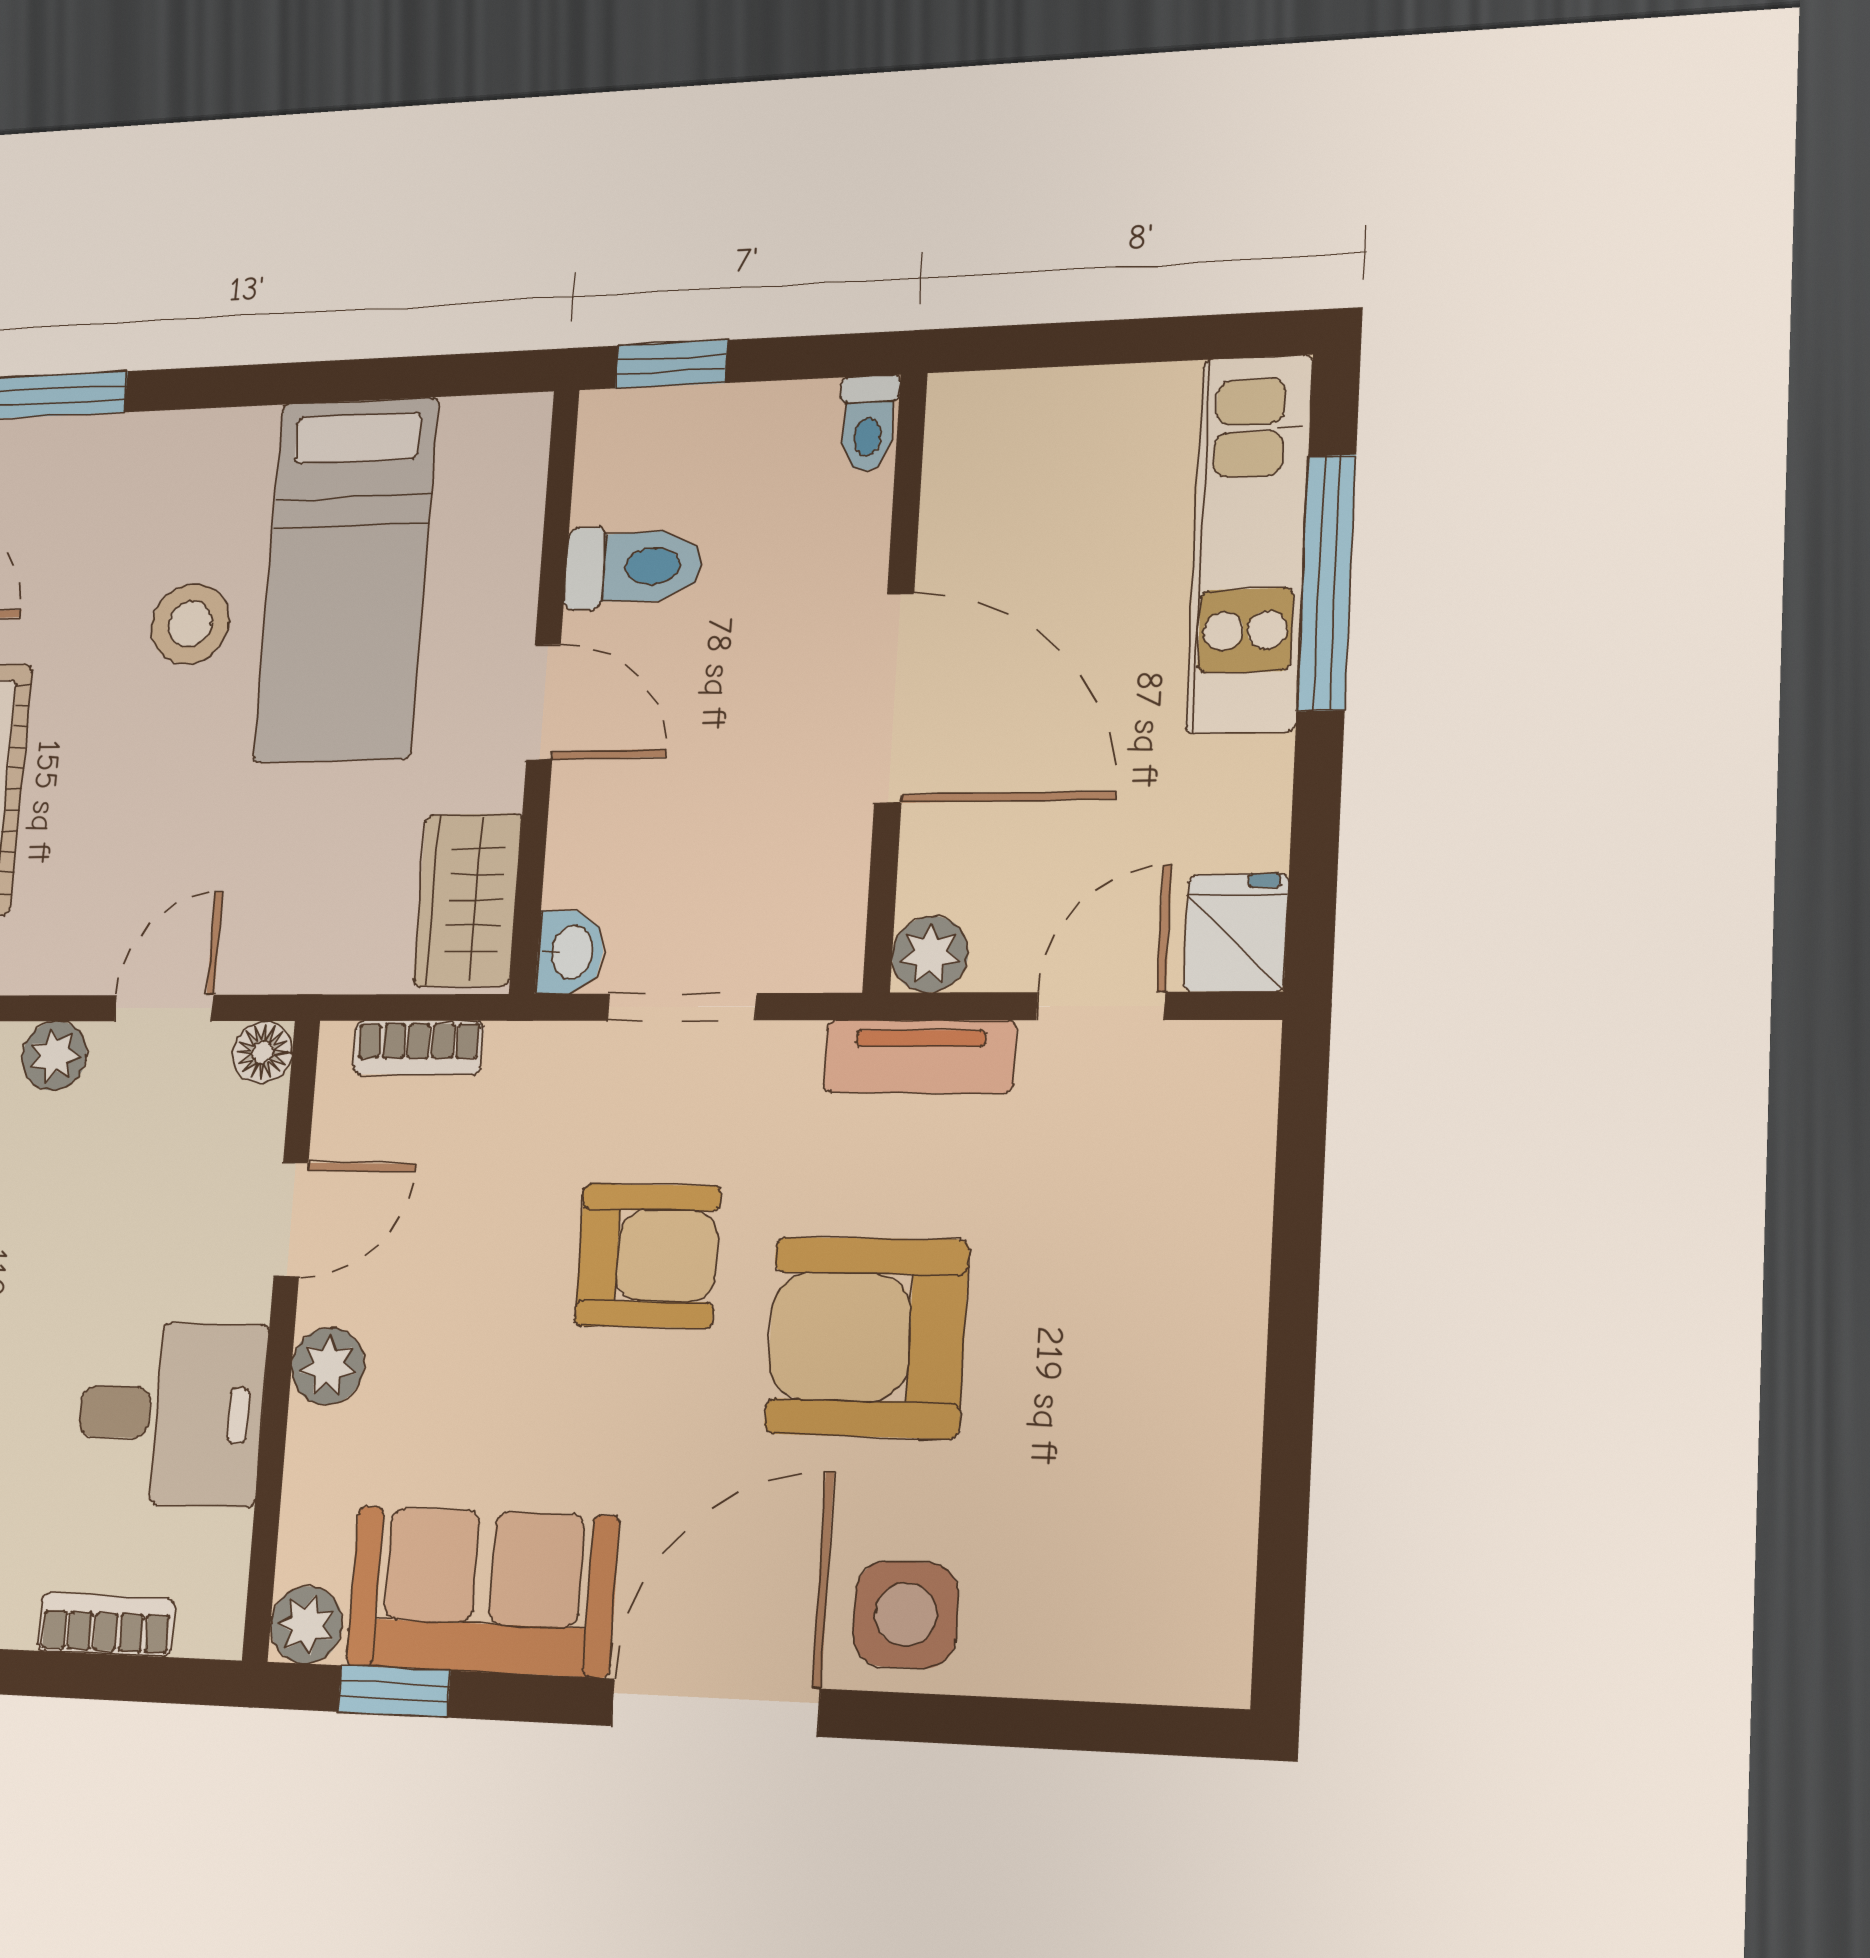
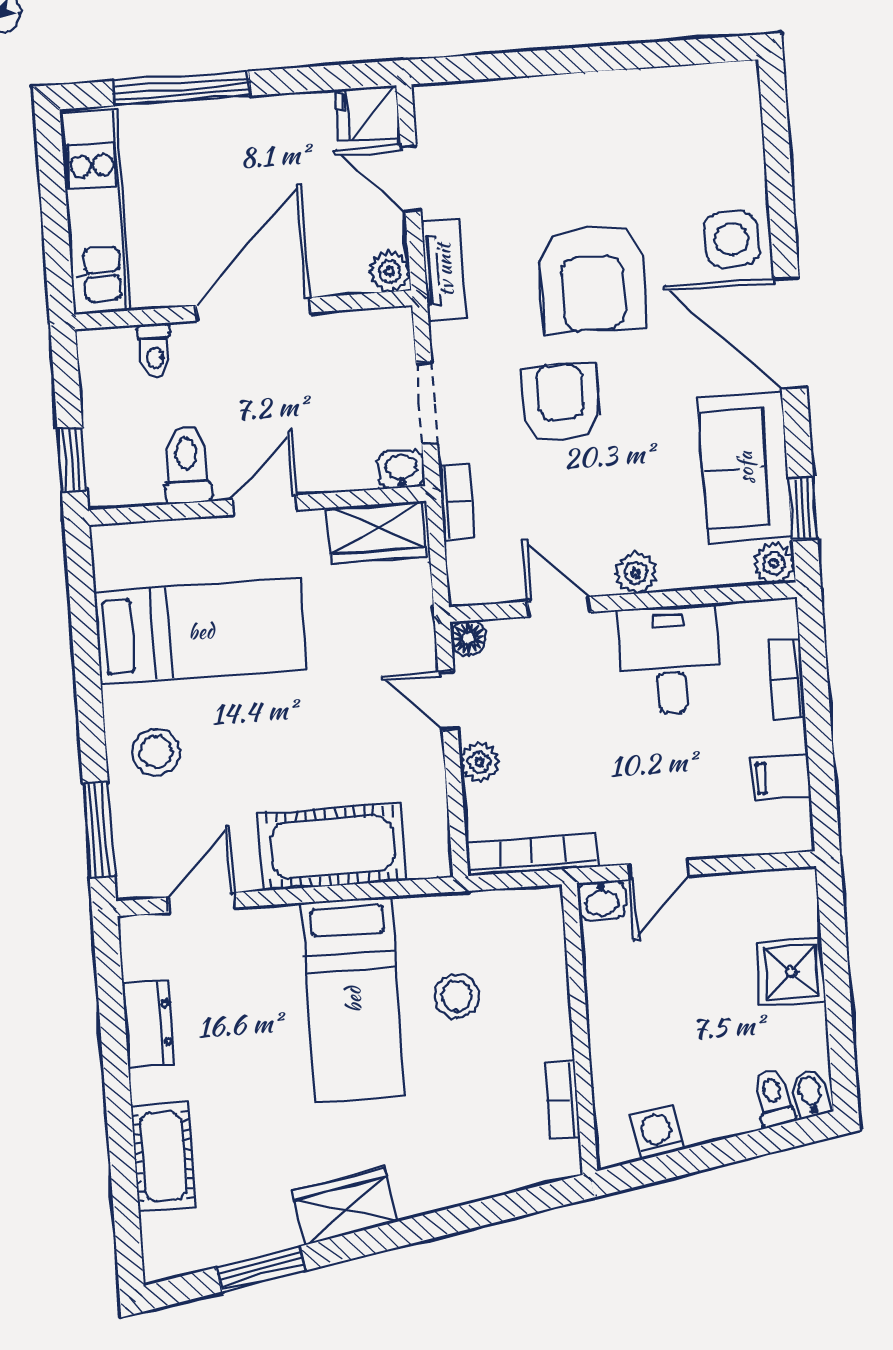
toilet: (868, 423) -> (154, 350), moved, turned 90
kitchen unit: (1249, 544) -> (95, 212), moved, turned -90
stool: (190, 624) -> (156, 752), moved
bookcase: (418, 1047) -> (456, 502), moved

